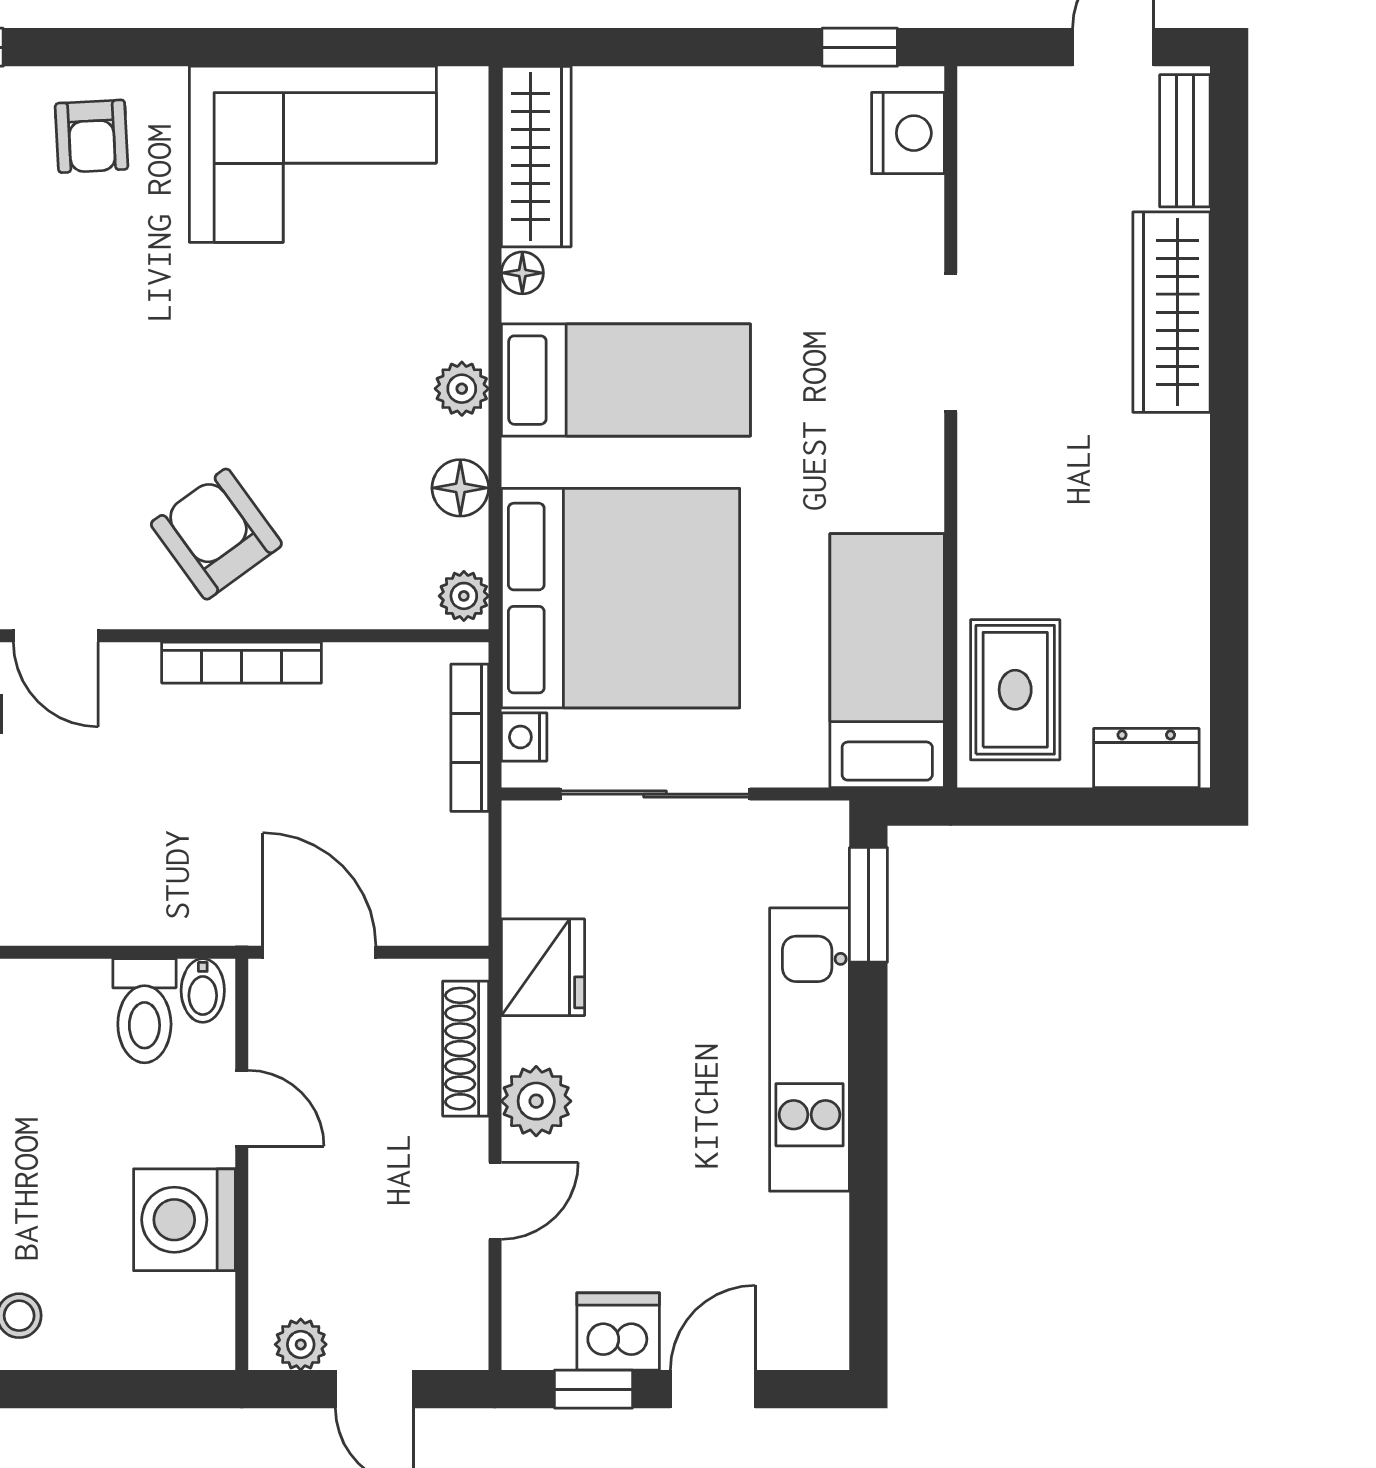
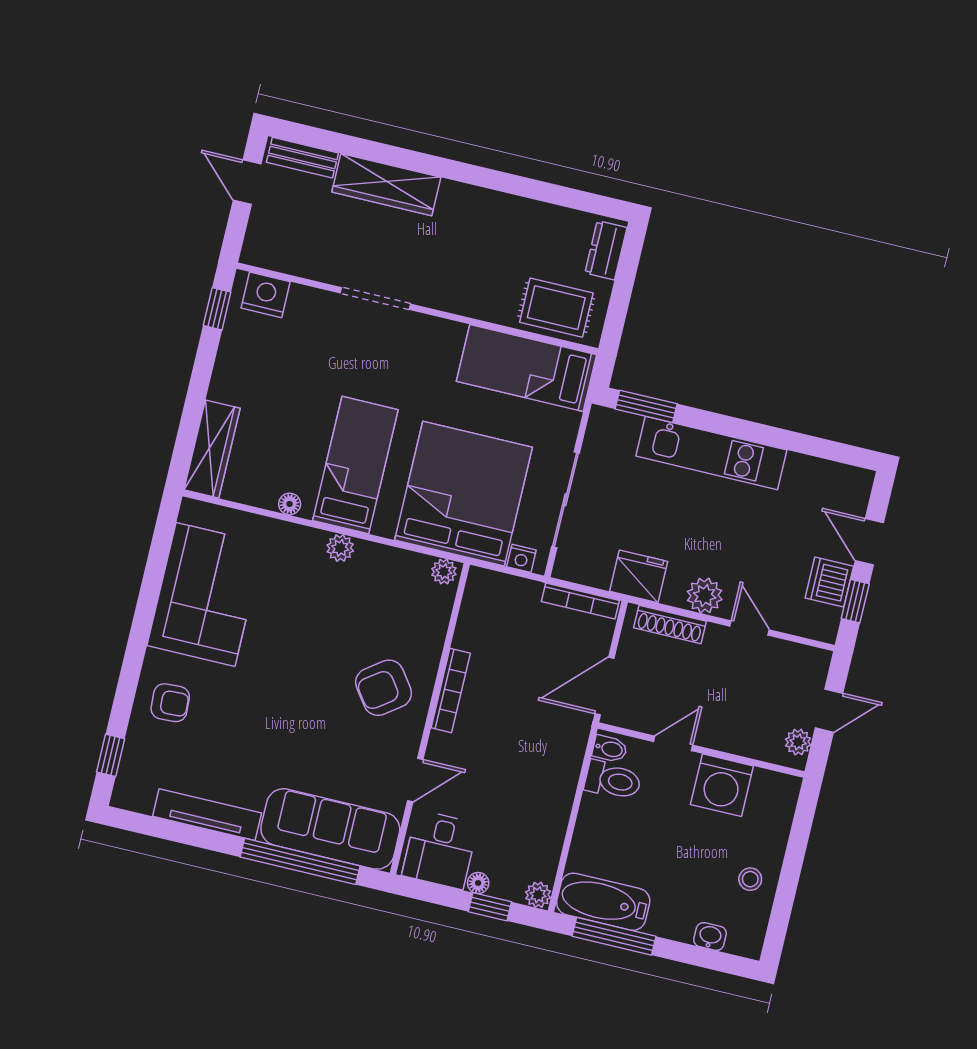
wardrobe: (536, 157) -> (212, 449), moved, turned 90
floor lamp: (460, 488) -> (390, 561), removed
bookcase: (470, 738) -> (580, 601), moved

